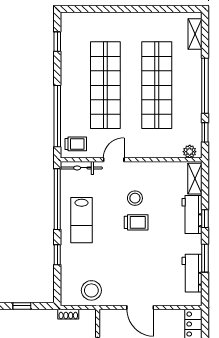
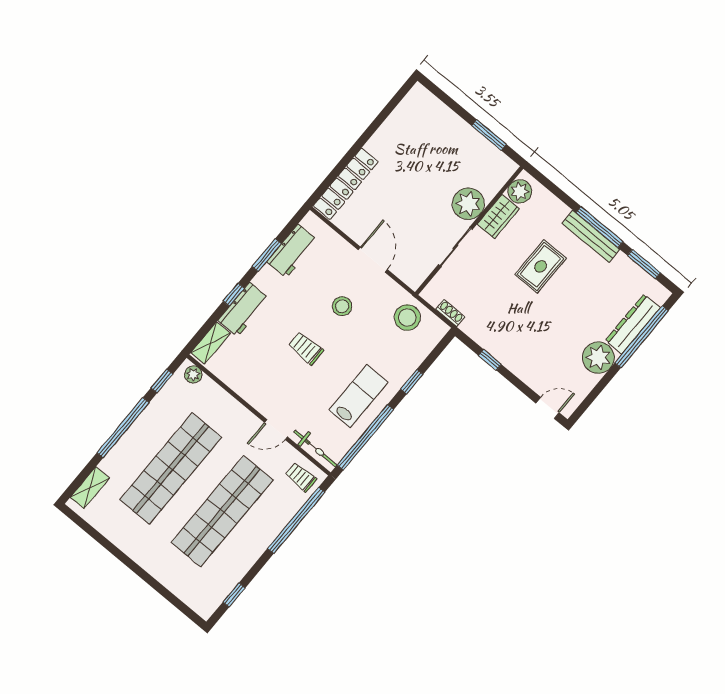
stool: (135, 198) -> (342, 306), moved

